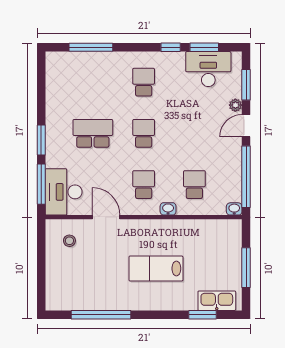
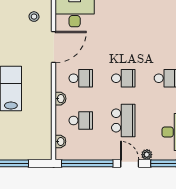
school desk: (93, 133) -> (123, 120), moved
washbasin: (234, 209) -> (60, 141), moved
door: (106, 217) -> (54, 47), width x1.36

